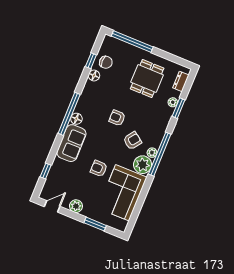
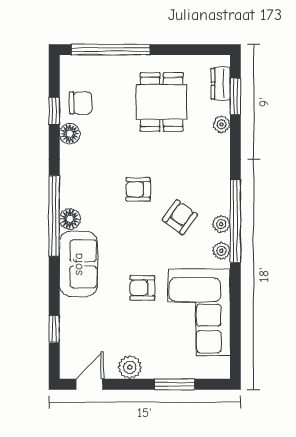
window: (179, 108) -> (235, 96), moved
plant: (143, 165) -> (221, 251), width x0.53, depth x0.53

